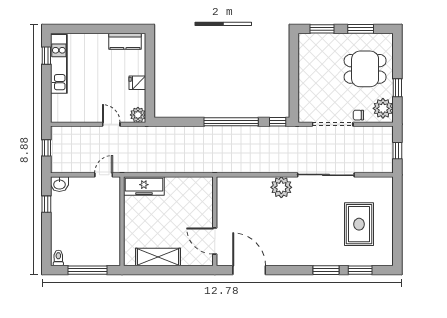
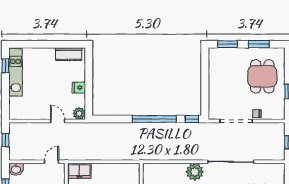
dining table: (365, 69) -> (262, 76), turned 90
plant: (383, 108) -> (277, 108), removed
freezer: (144, 186) -> (79, 171), width x0.71

